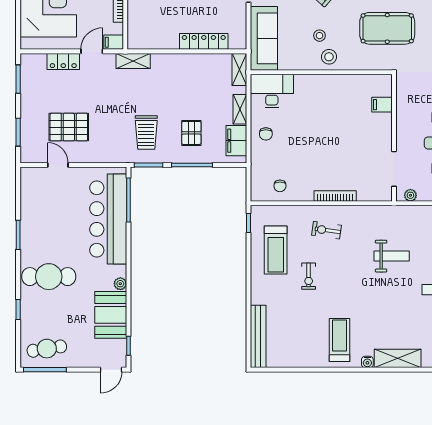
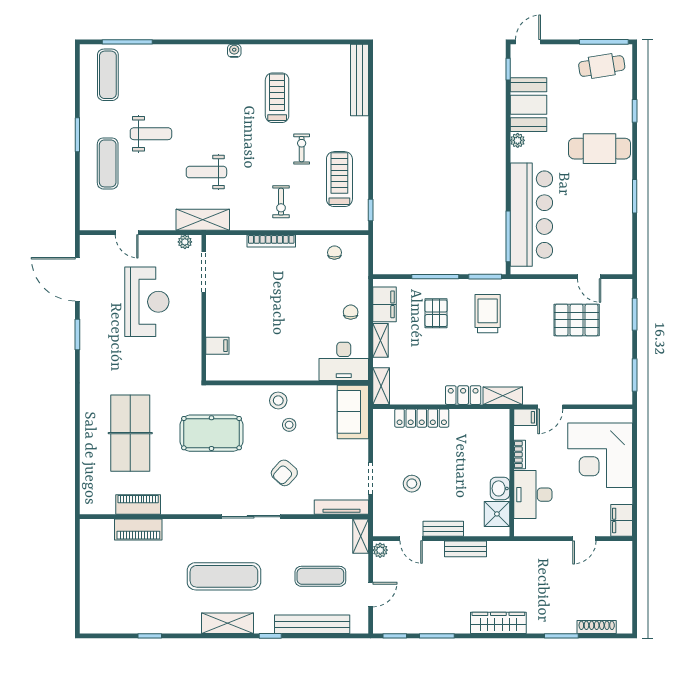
sofa: (264, 38) -> (353, 412), width x0.73
locker: (63, 62) -> (463, 395), moved
exercise bike: (327, 230) -> (281, 202), turned 82
treadmill: (339, 340) -> (277, 98), moved, turned 180
shelving: (398, 358) -> (203, 220), moved

